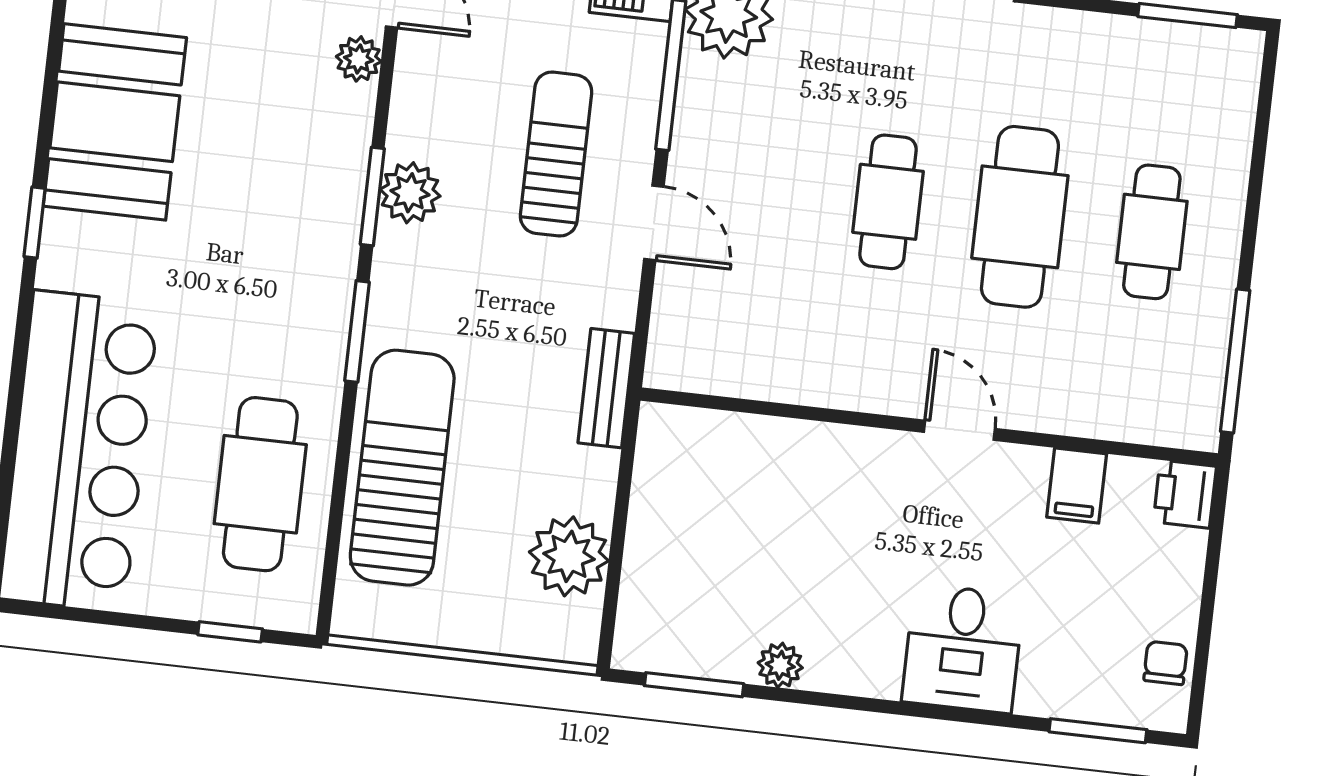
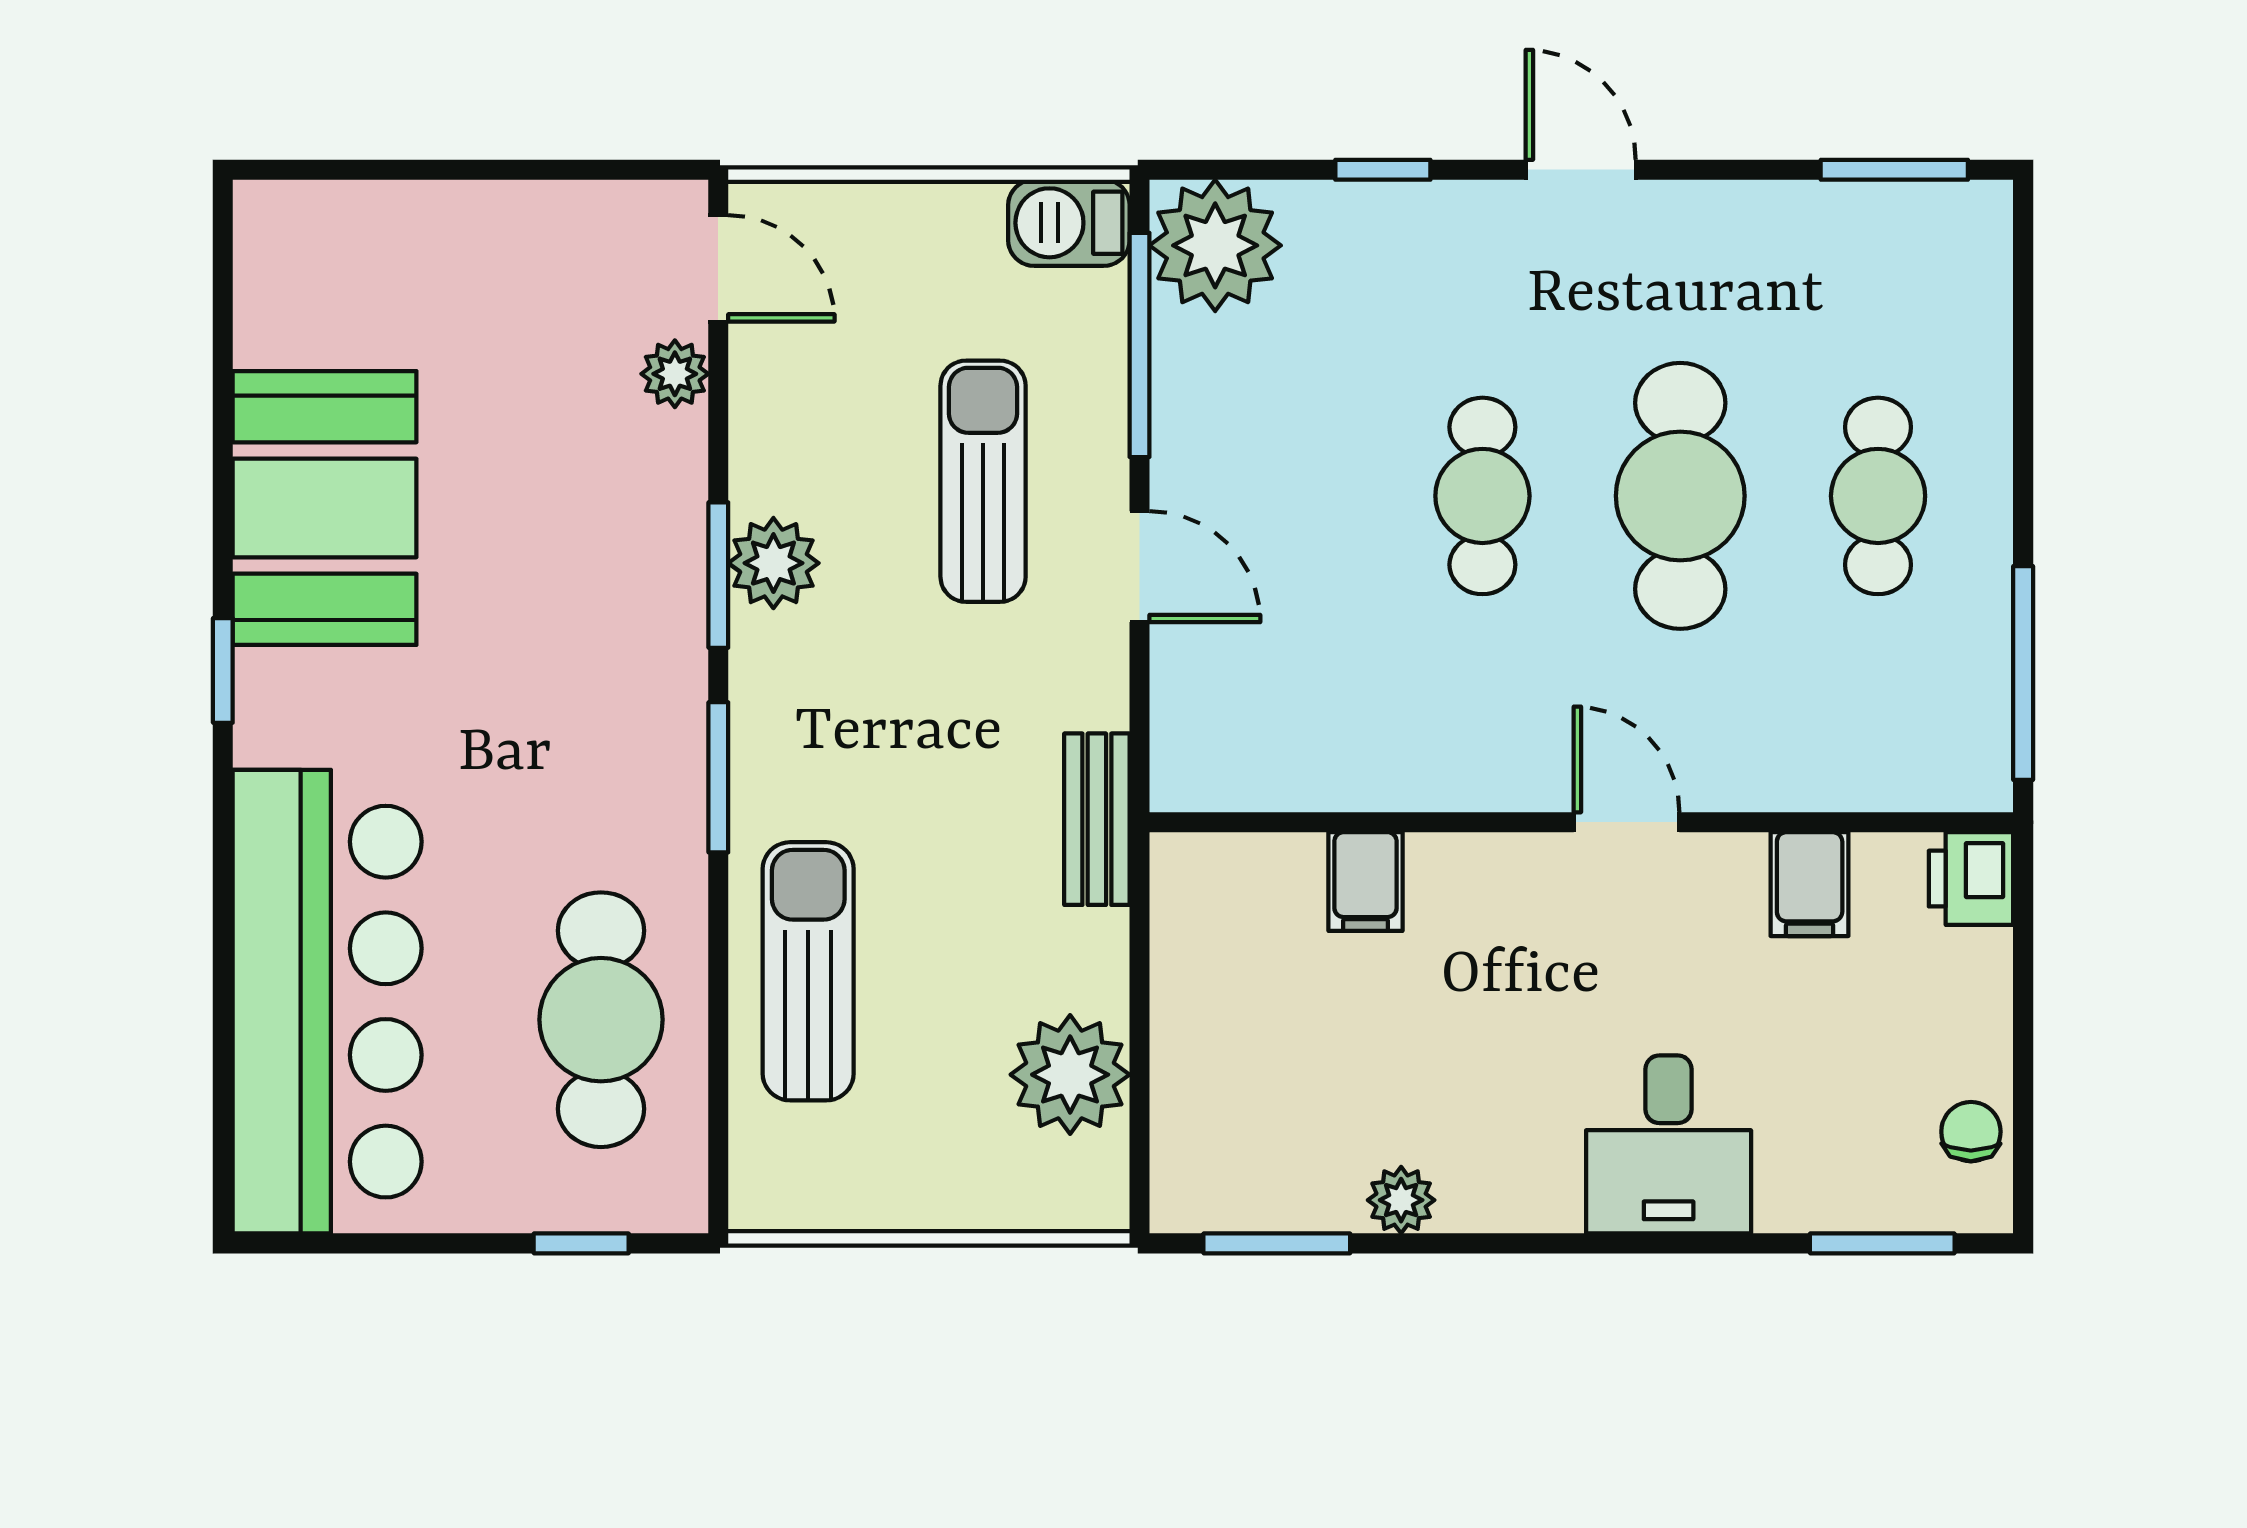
filing cabinet: (781, 450) -> (1366, 882), added
sun lounger: (402, 468) -> (808, 971), width x0.73, depth x0.75

